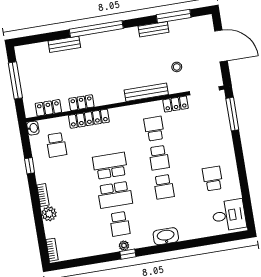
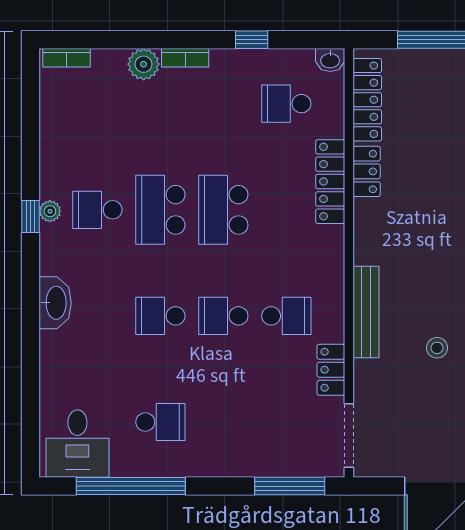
stool: (177, 67) -> (437, 348), moved
locker: (48, 108) -> (367, 100), width x1.53
school desk: (110, 166) -> (223, 210), turned 180
window: (244, 187) -> (131, 486), added

